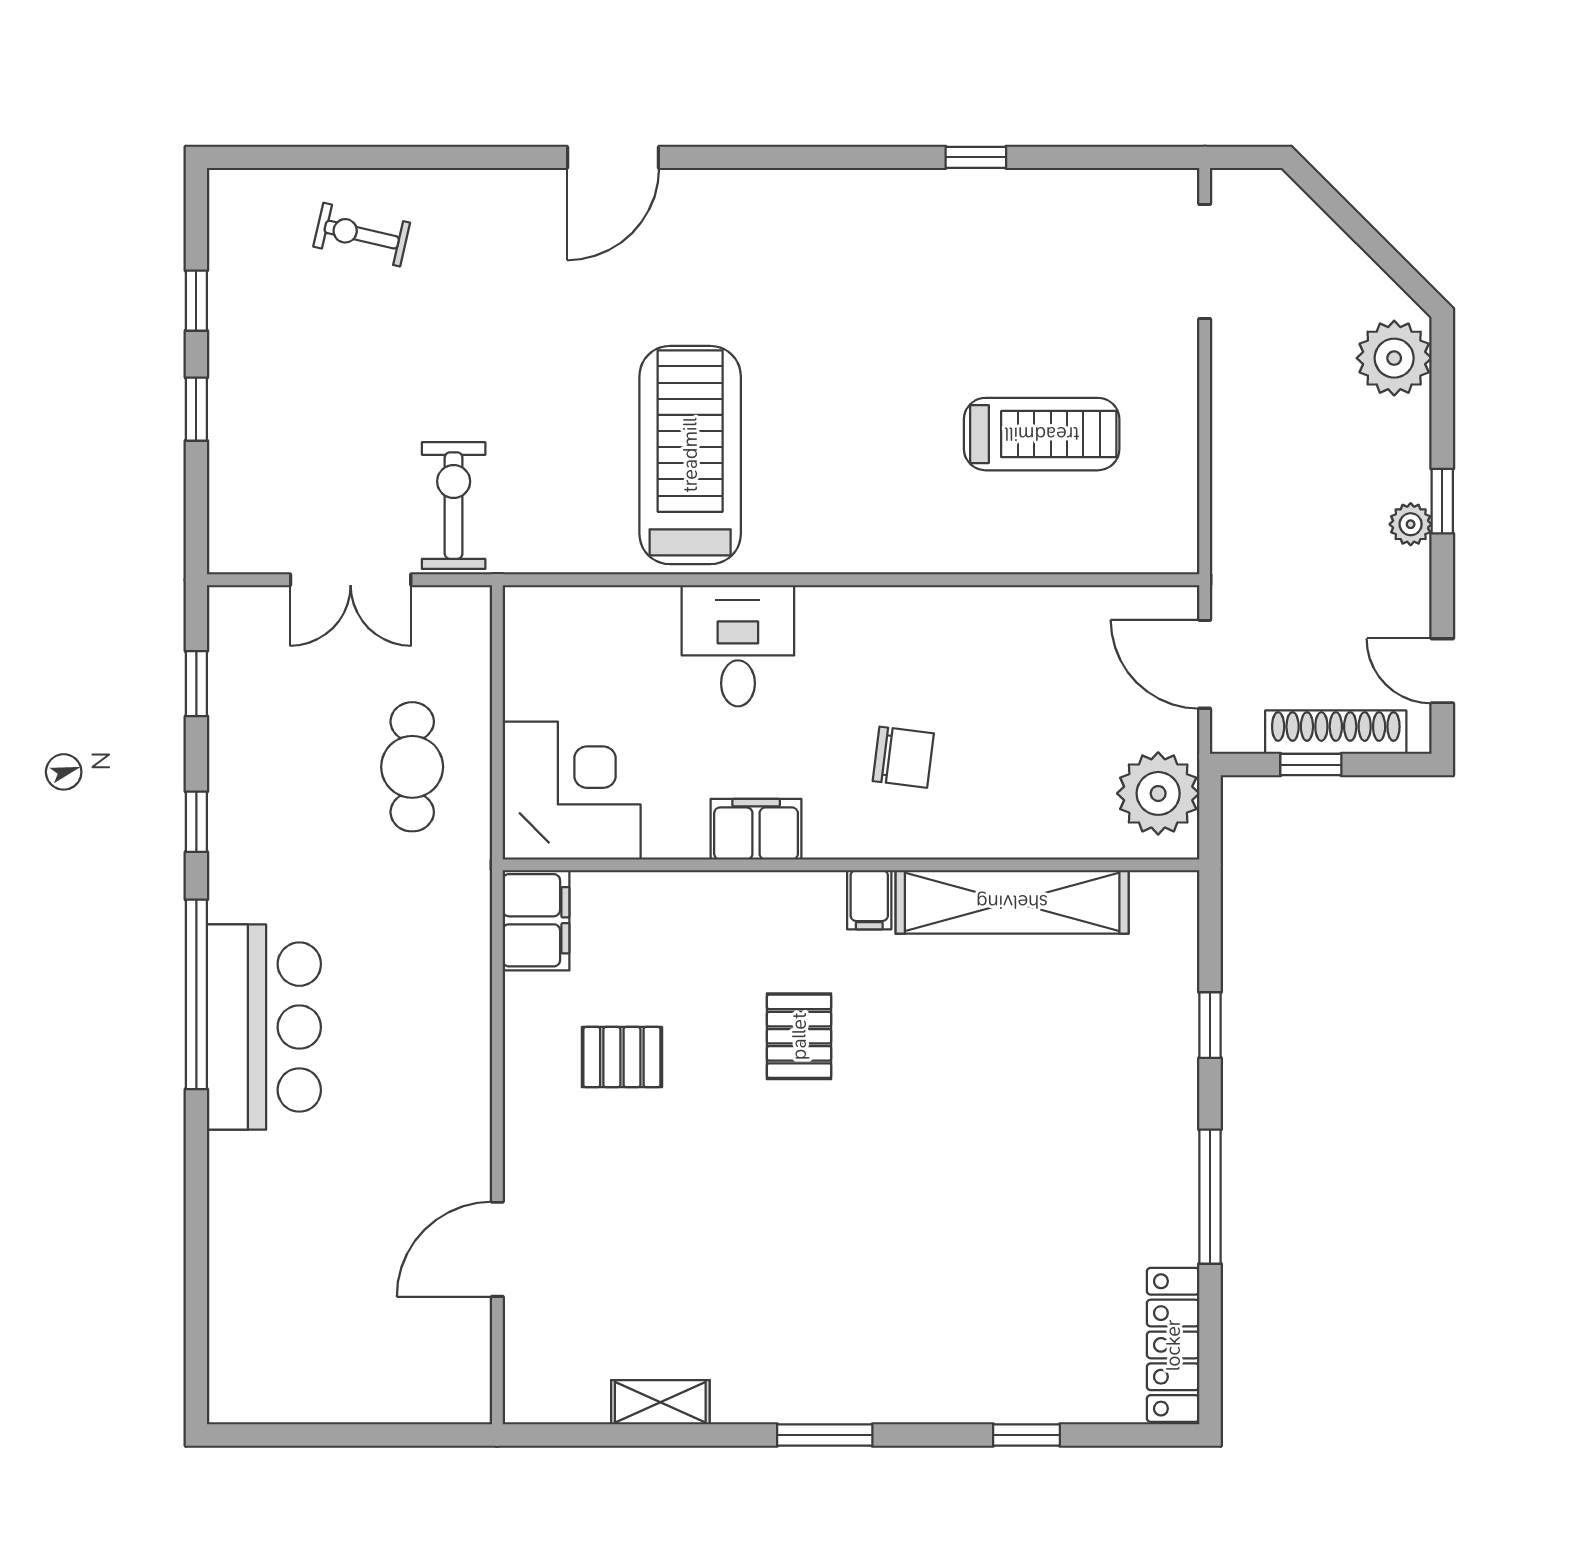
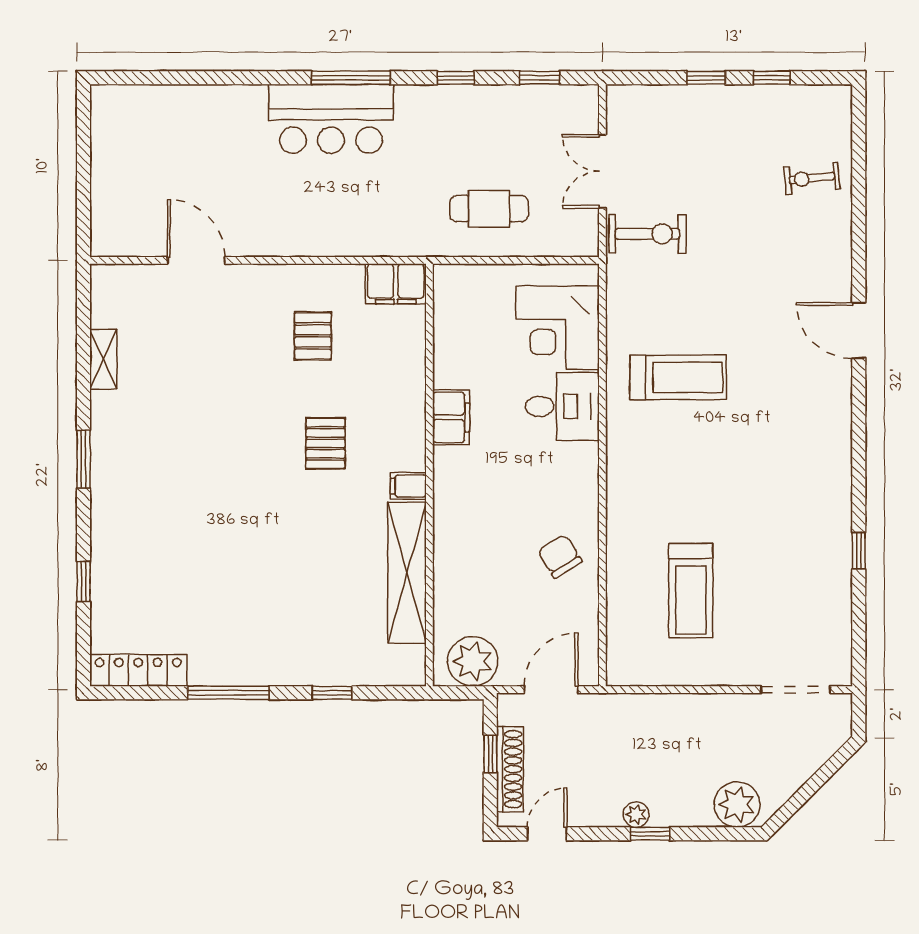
exercise bike: (362, 235) -> (812, 178), turned -109
treadmill: (690, 455) -> (678, 377), width x0.73, depth x0.73
chair: (903, 757) -> (560, 556), moved, turned 141
corner desk: (572, 791) -> (557, 328), moved, turned 90
window: (196, 994) -> (351, 78), width x0.68
pallet: (799, 1036) -> (325, 443), turned 90

